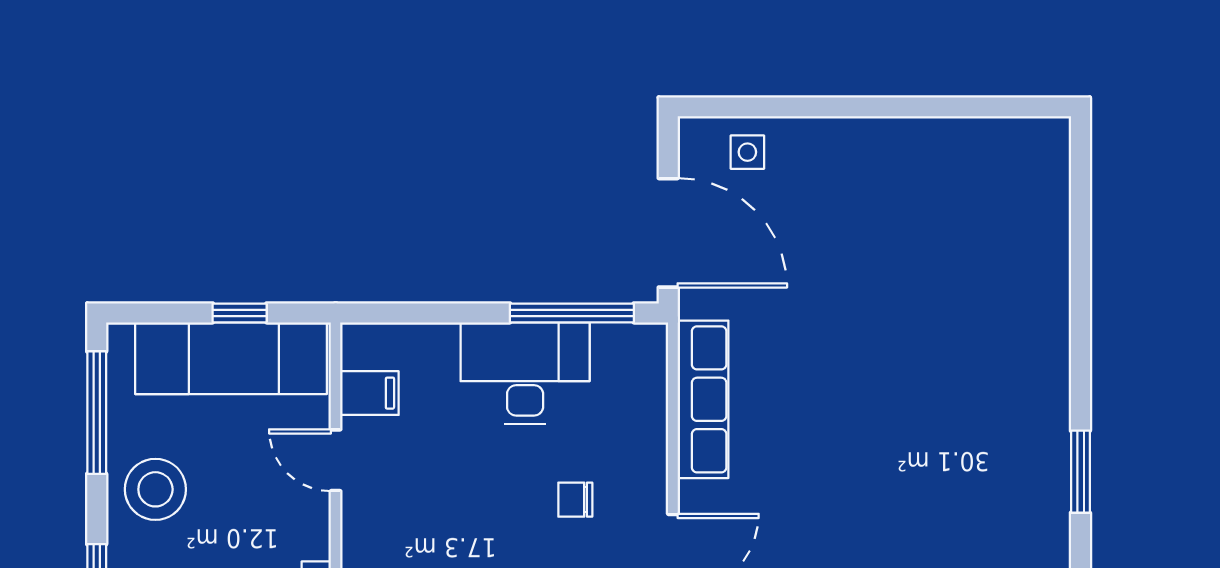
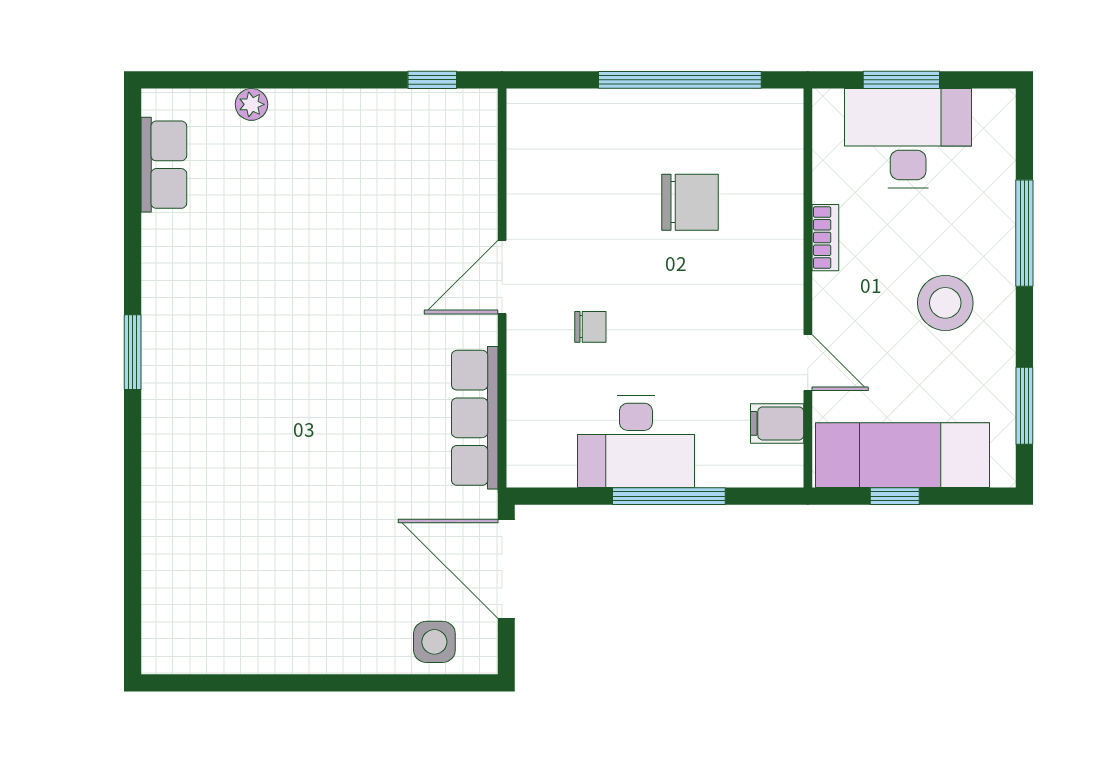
side table: (747, 152) -> (434, 642), width x1.37, depth x1.37
window: (572, 313) -> (669, 496), moved
window: (97, 413) -> (1024, 406), width x0.69
stool: (155, 489) -> (945, 303), moved

